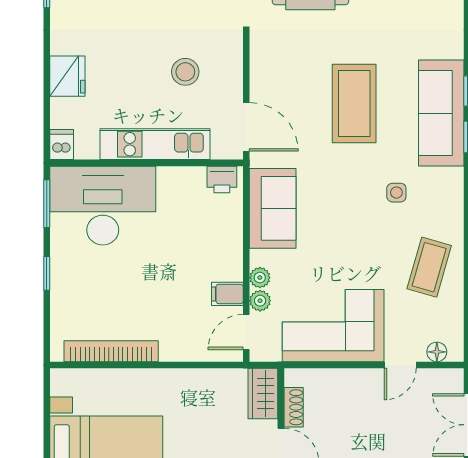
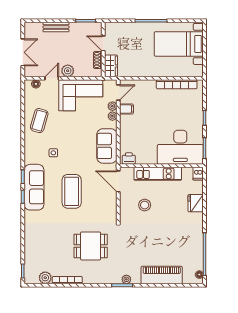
plant: (363, 382) -> (68, 71), added

